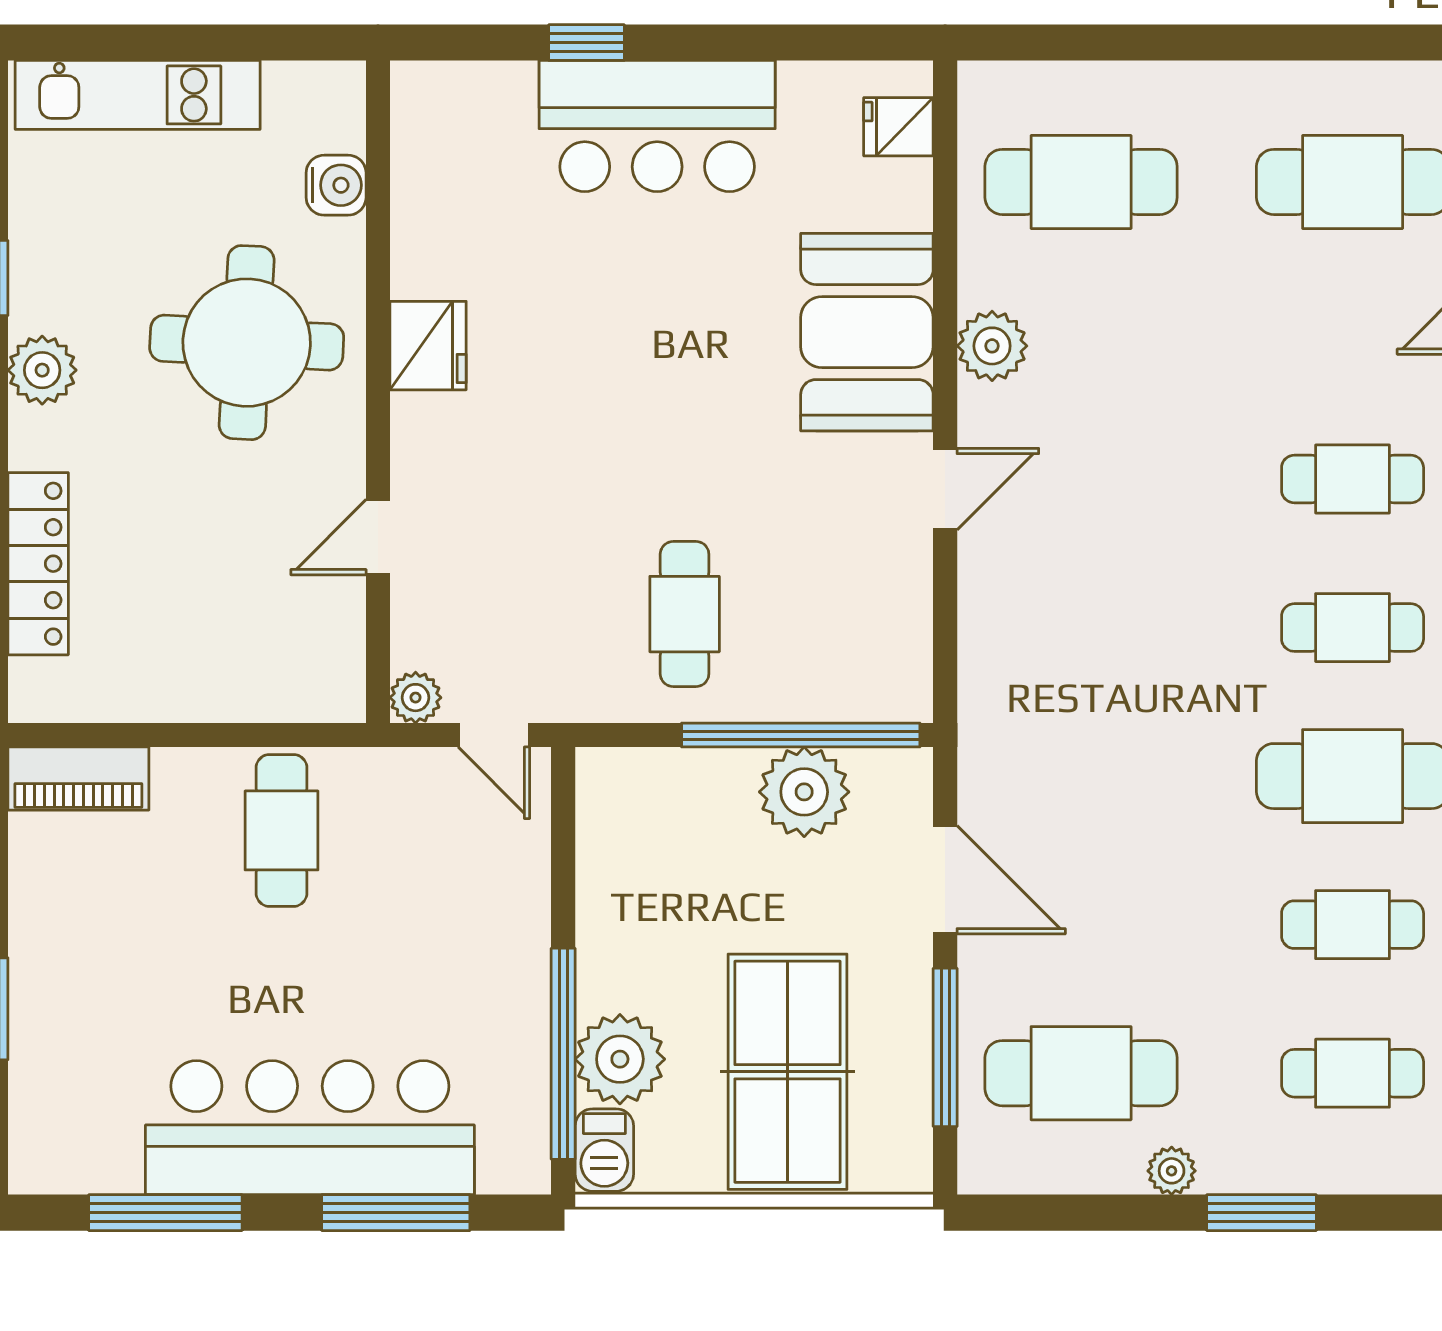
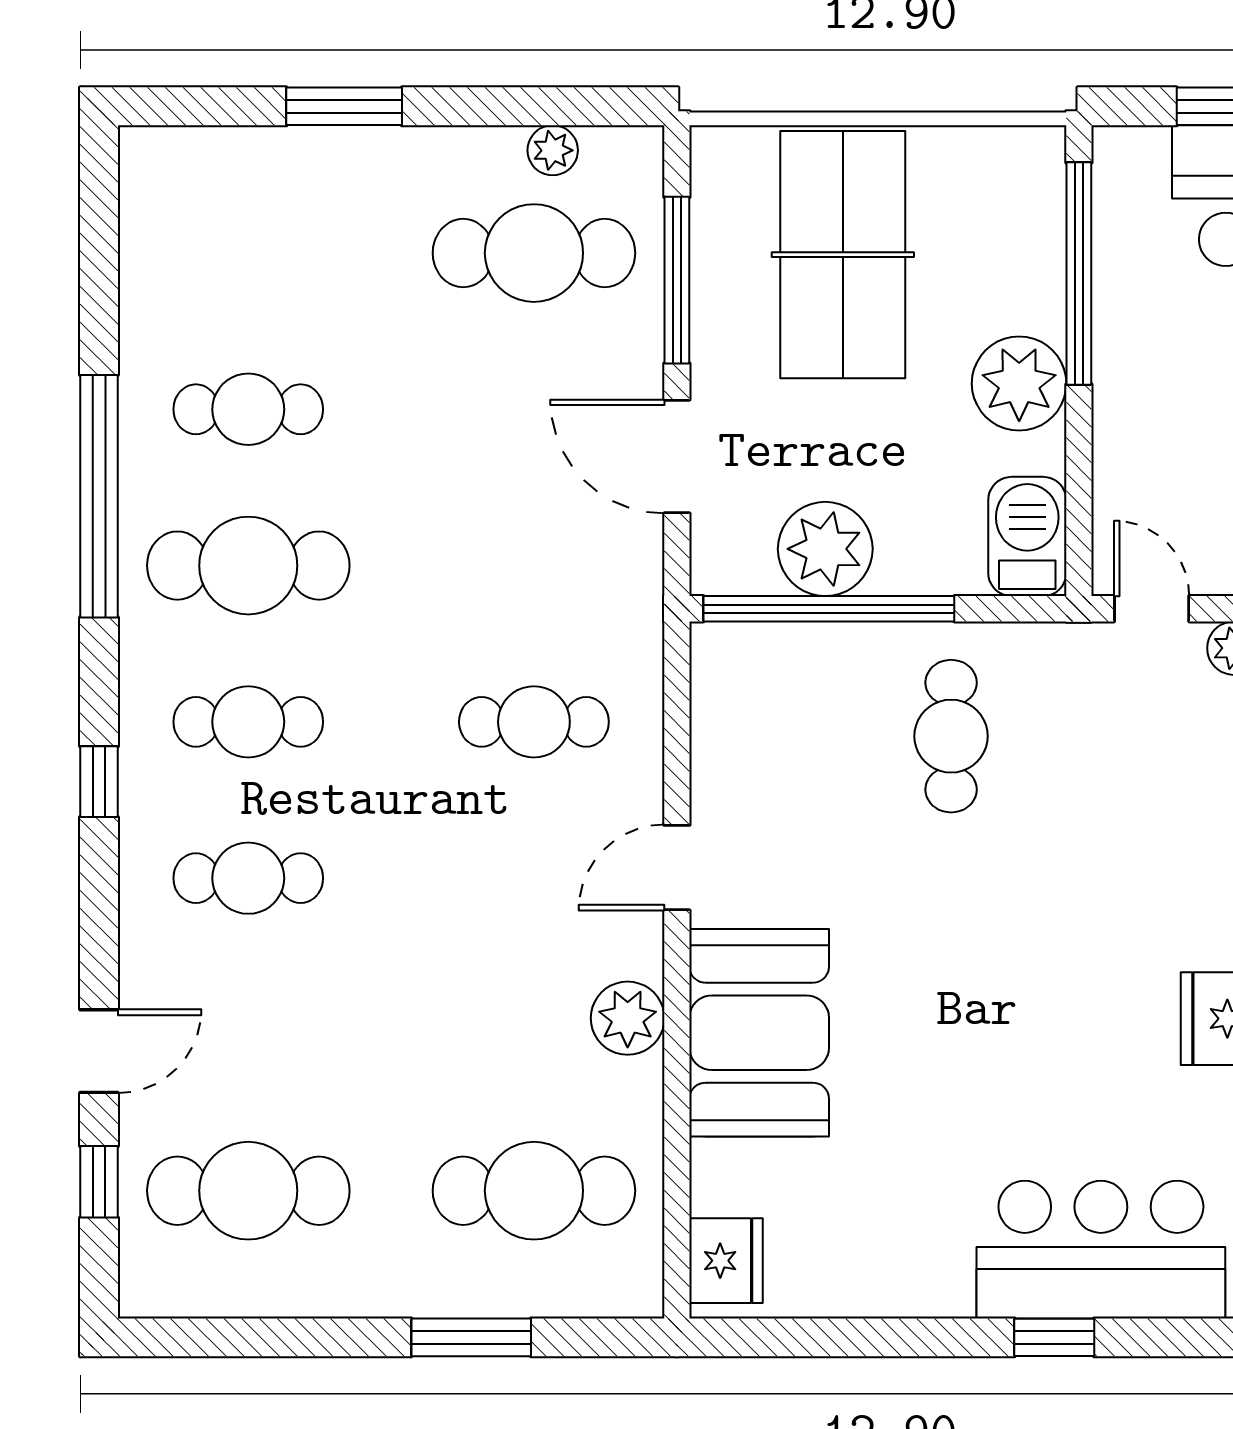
window: (1141, 43) -> (471, 1337), added
bar counter: (657, 126) -> (1101, 1250), moved
fridge: (898, 127) -> (726, 1261), width x1.38
plant: (620, 1059) -> (1019, 384), moved
cafe table: (1353, 1073) -> (534, 722), moved
barbecue: (604, 1150) -> (1027, 536), moved, width x1.38, depth x1.27
plant: (1172, 1171) -> (553, 150), moved

